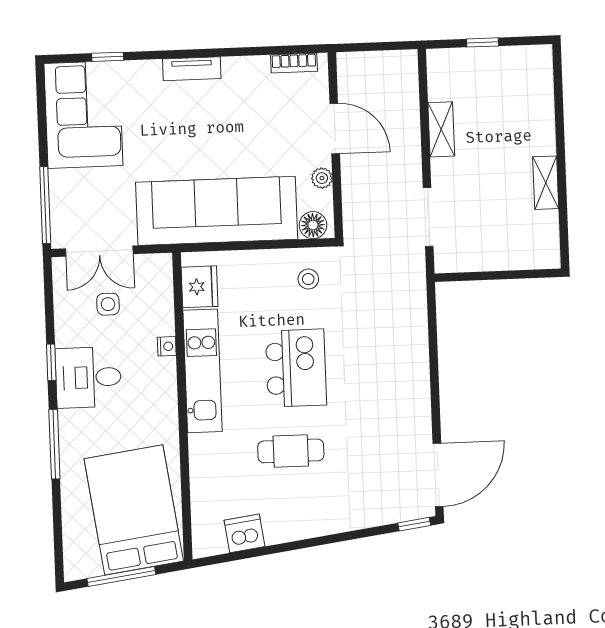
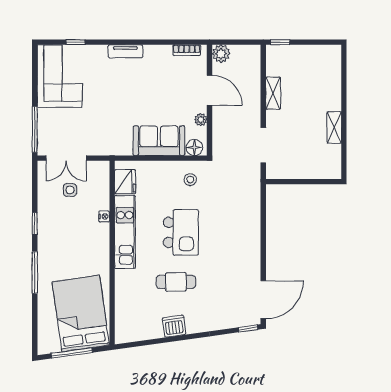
window: (482, 42) -> (280, 42), moved
plant: (352, 67) -> (221, 54), added
sofa: (217, 211) -> (159, 141), width x0.54, depth x0.79
desk: (88, 377) -> (57, 233), removed
dishwasher: (245, 533) -> (174, 326), moved

